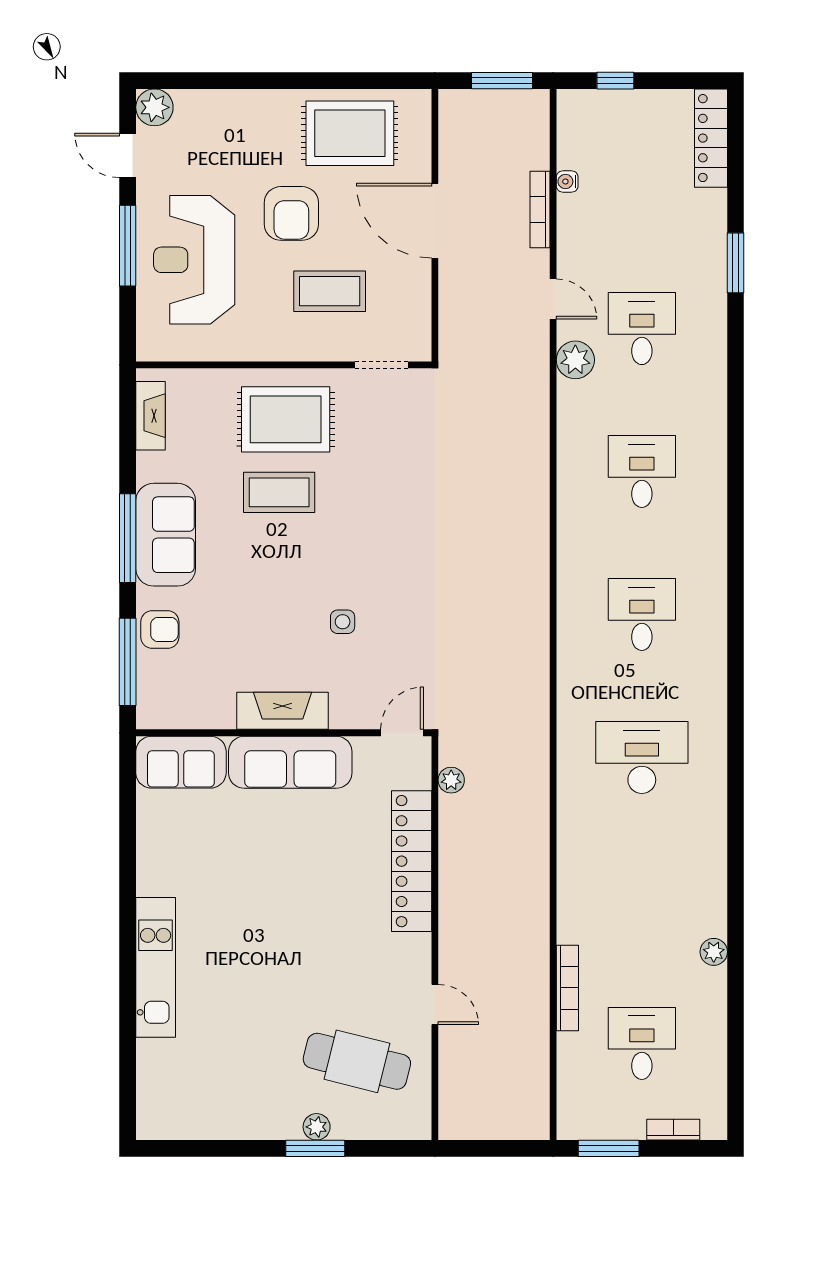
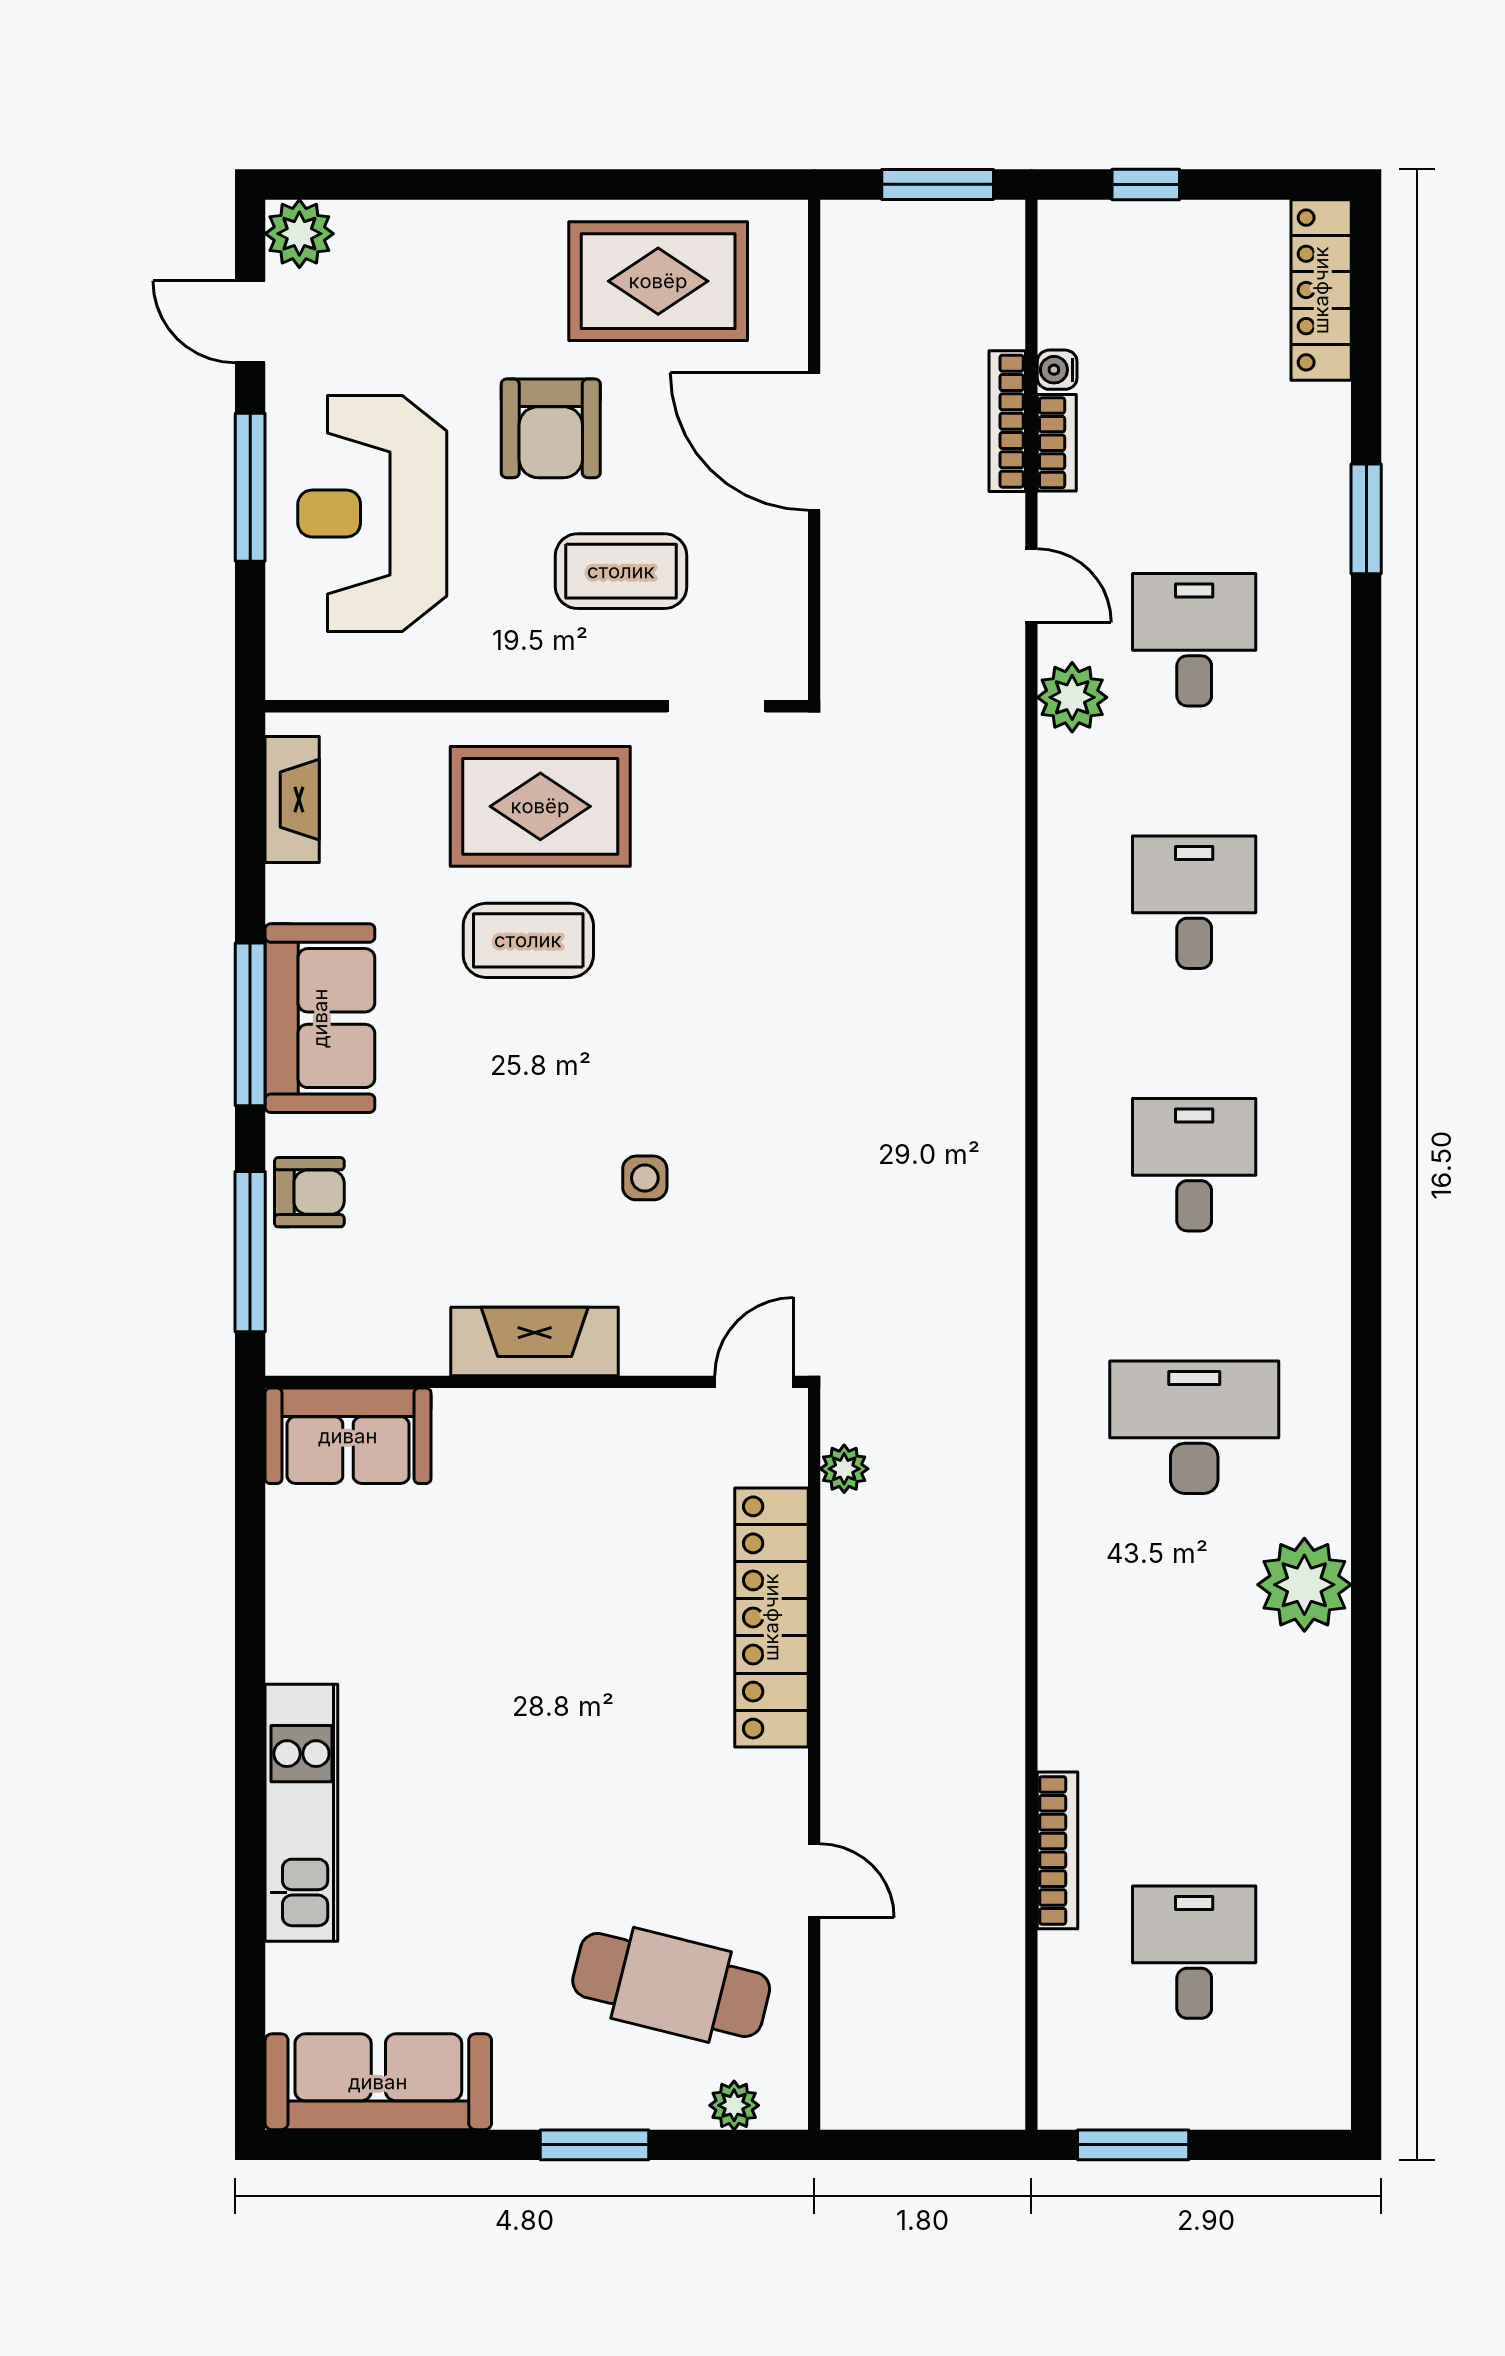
sofa: (290, 762) -> (378, 2082), moved, turned 180
plant: (714, 952) -> (1304, 1585), moved, width x1.88, depth x1.88
plant: (317, 1127) -> (734, 2105), moved
bookcase: (673, 1130) -> (1057, 443), moved, turned 90

